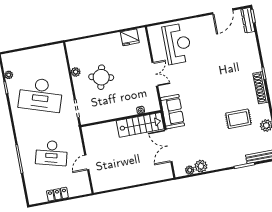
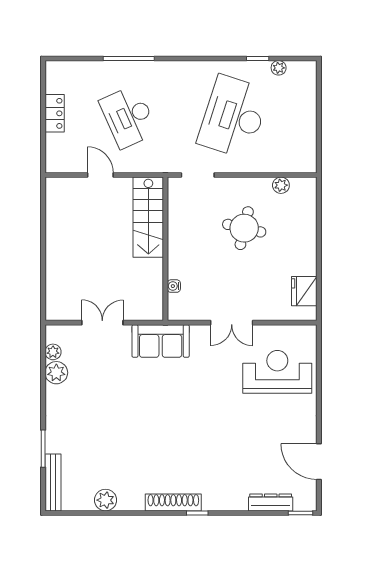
dresser: (248, 20) -> (271, 502), moved
reception desk: (177, 44) -> (277, 372), turned 180
plant: (76, 72) -> (281, 185), moved
rug: (238, 119) -> (126, 453), removed
stairs: (140, 125) -> (148, 217), moved
double door: (168, 146) -> (102, 323), width x0.73
desk: (52, 153) -> (128, 117), turned -39

